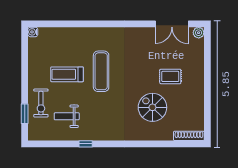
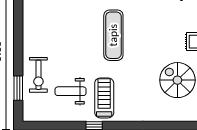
treadmill: (67, 74) -> (104, 98), moved, turned 90

